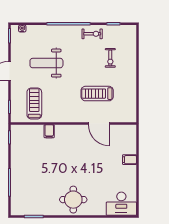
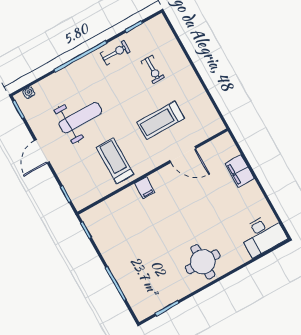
weight bench: (46, 63) -> (80, 118), turned 180
treadmill: (34, 103) -> (115, 161), moved
filing cabinet: (49, 131) -> (145, 188), moved
filing cabinet: (130, 160) -> (240, 171), width x2.00

